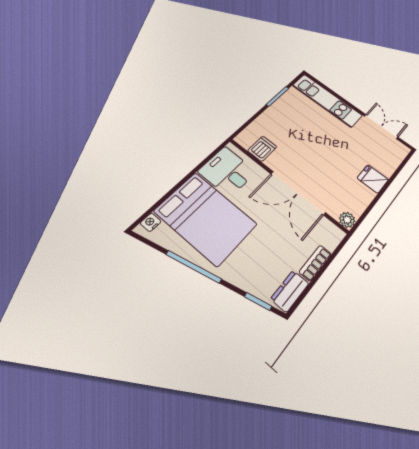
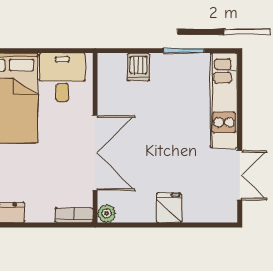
dishwasher: (262, 149) -> (138, 67), moved, turned 90
double door: (298, 193) -> (95, 153), swing flipped
bookcase: (315, 263) -> (74, 215), moved

